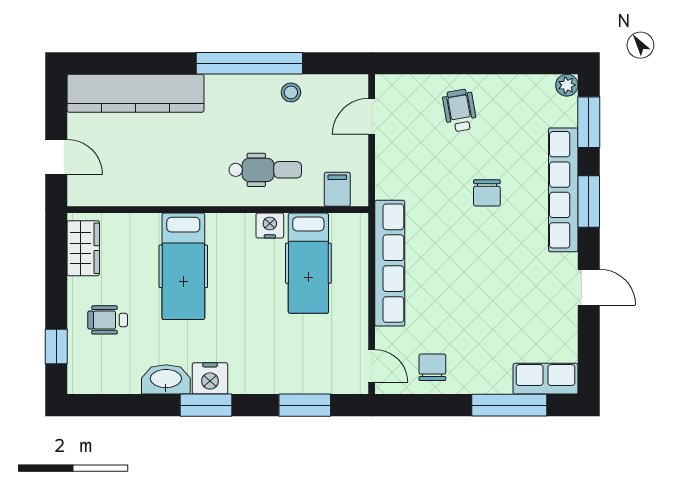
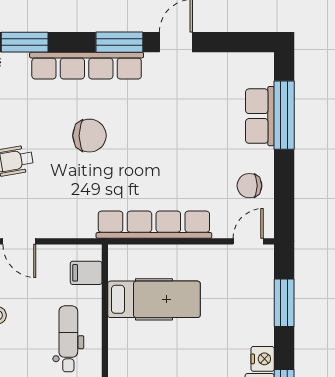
chair: (487, 193) -> (89, 136), width x1.37, depth x1.37
window: (589, 201) -> (119, 42), moved
nightstand: (270, 226) -> (263, 359), moved, turned 180
row of seats: (546, 379) -> (260, 116), moved

